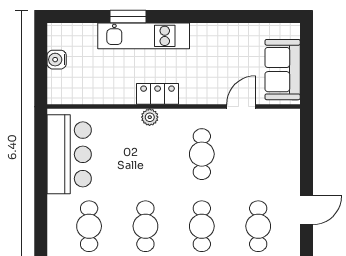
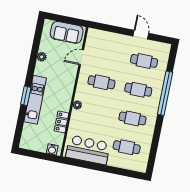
window: (128, 17) -> (26, 96), moved
plant: (227, 32) -> (42, 57), added
water cooler: (57, 60) -> (52, 149), moved
locker: (158, 94) -> (61, 122), moved
door: (241, 107) -> (81, 57), hinge flipped

